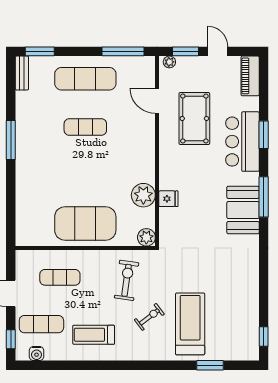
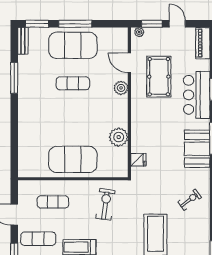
window: (123, 51) -> (75, 24), moved
exercise mat: (85, 79) -> (73, 45), width x1.47
window: (11, 140) -> (14, 78), moved
fridge: (168, 199) -> (138, 160), moved
plant: (146, 237) -> (121, 88), moved
exercise bike: (149, 317) -> (190, 200), moved

